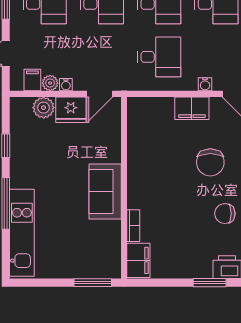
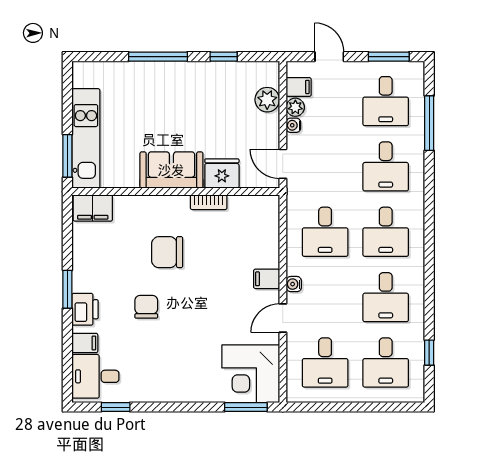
filing cabinet: (192, 108) -> (267, 279), width x0.50
fridge: (71, 110) -> (222, 174), moved, turned 90
chair: (210, 162) -> (167, 252), moved
bookcase: (133, 226) -> (209, 202), moved
kitchen unit: (22, 233) -> (86, 138), moved, turned -90

